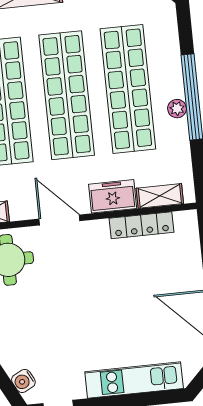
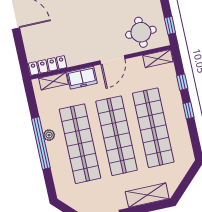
door: (59, 220) -> (112, 60), hinge flipped
locker: (142, 225) -> (48, 65), moved

